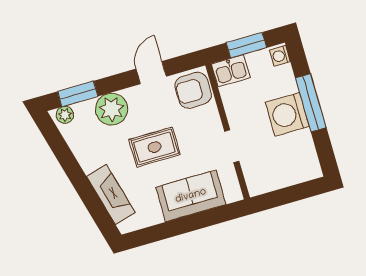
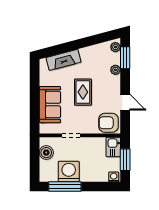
armchair: (193, 90) -> (109, 123), turned -90
window: (311, 103) -> (65, 187), moved
plant: (112, 109) -> (115, 70), width x0.53, depth x0.53
washing machine: (287, 114) -> (69, 171), moved
boiler: (272, 179) -> (46, 153), added

